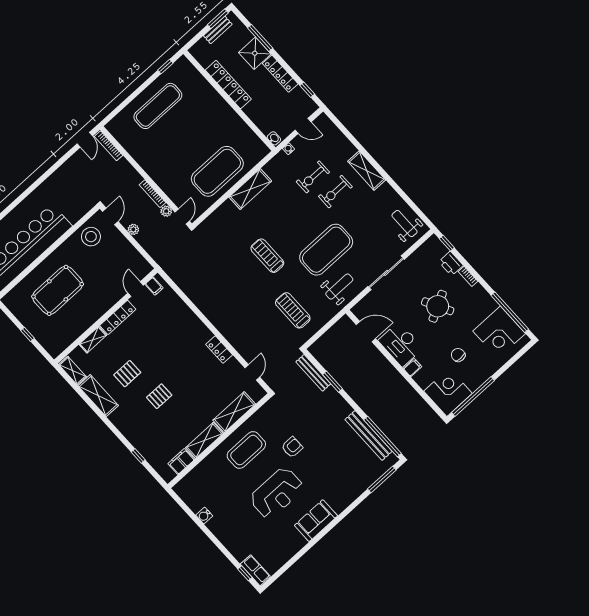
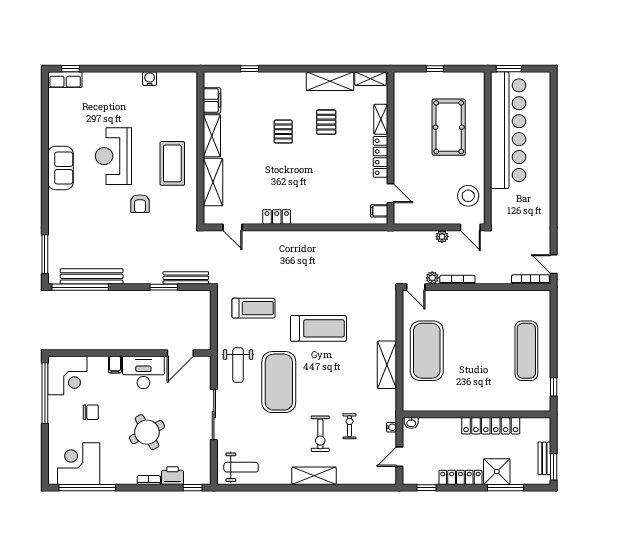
exercise bike: (313, 177) -> (349, 426), width x0.73, depth x0.72
exercise bike: (335, 192) -> (320, 434), turned 180
treadmill: (267, 256) -> (318, 328), width x1.37, depth x1.38

